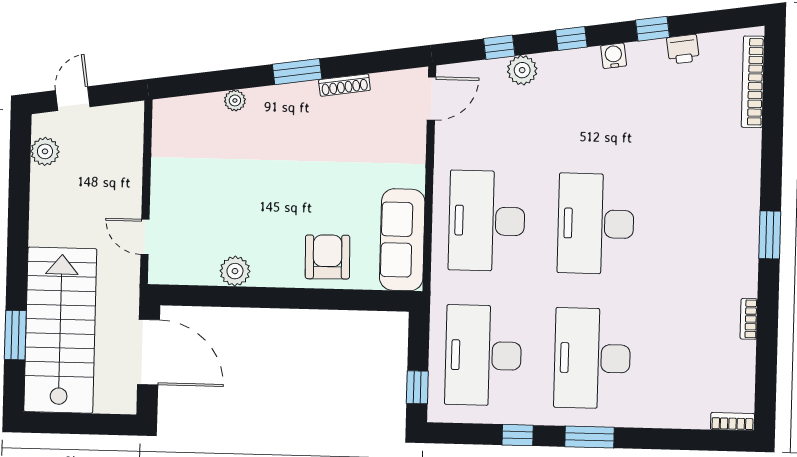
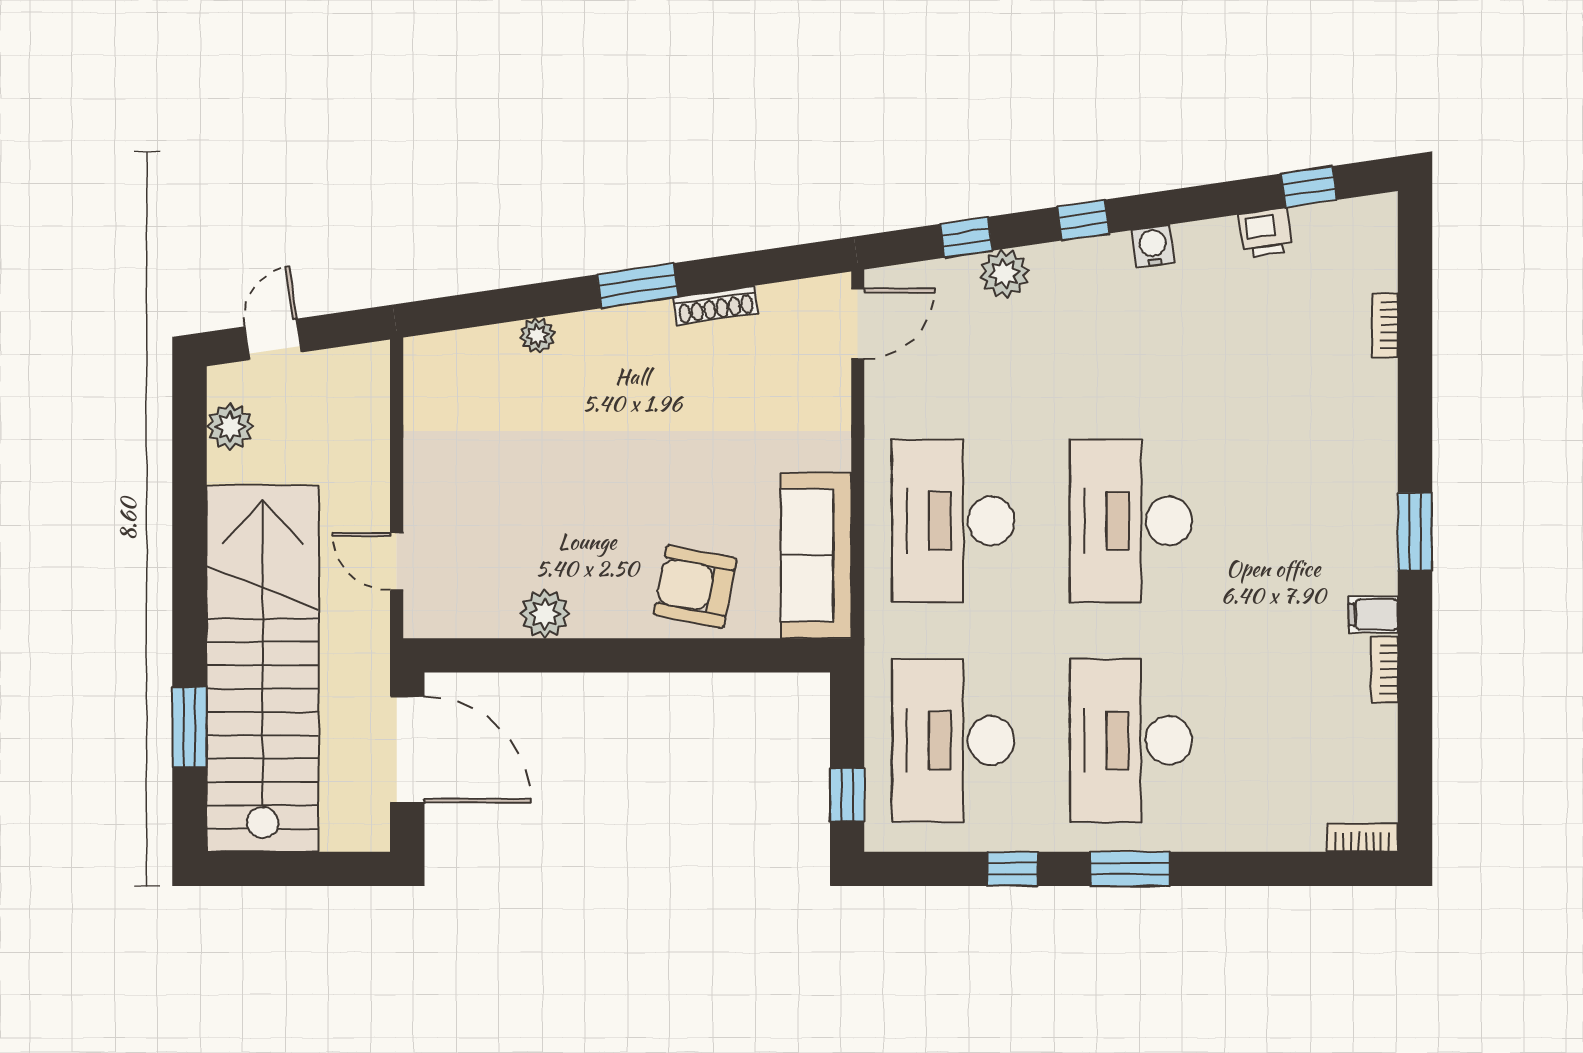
window: (652, 29) -> (1309, 187), moved
bookcase: (753, 82) -> (1385, 325), width x0.43, depth x0.76
armchair: (328, 257) -> (695, 587), turned -78
filing cabinet: (743, 285) -> (1373, 614), added
stairs: (60, 330) -> (263, 669), width x1.36

